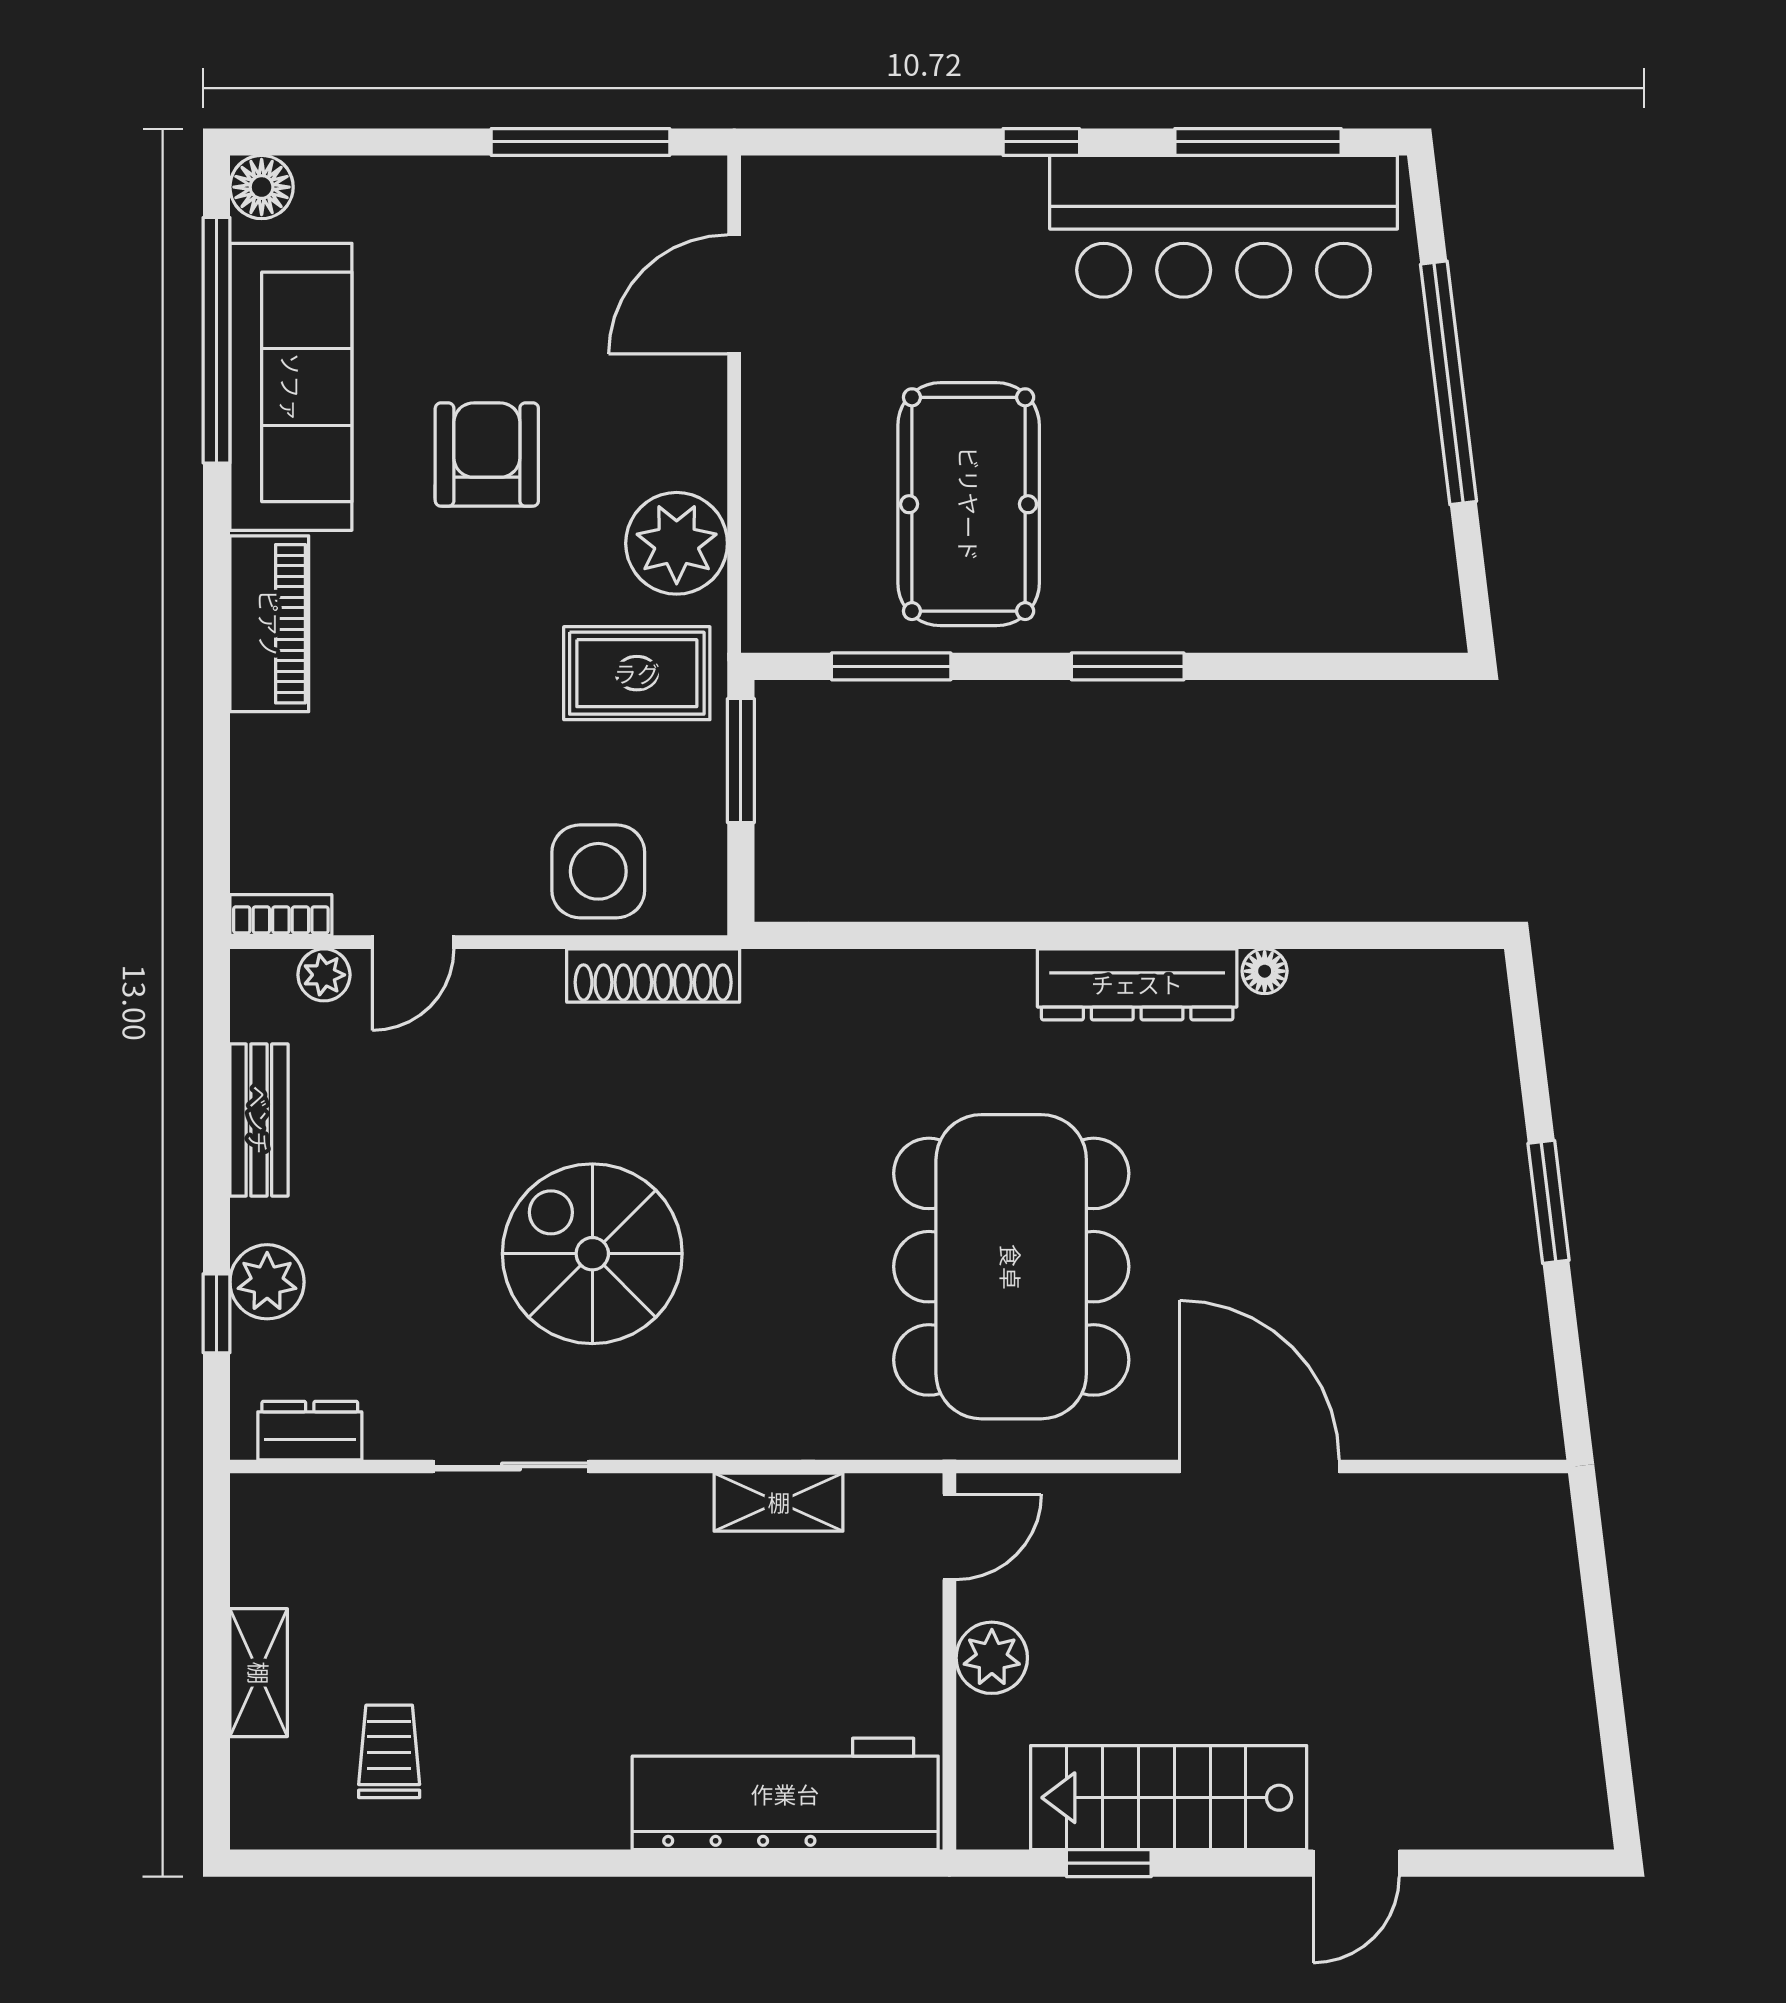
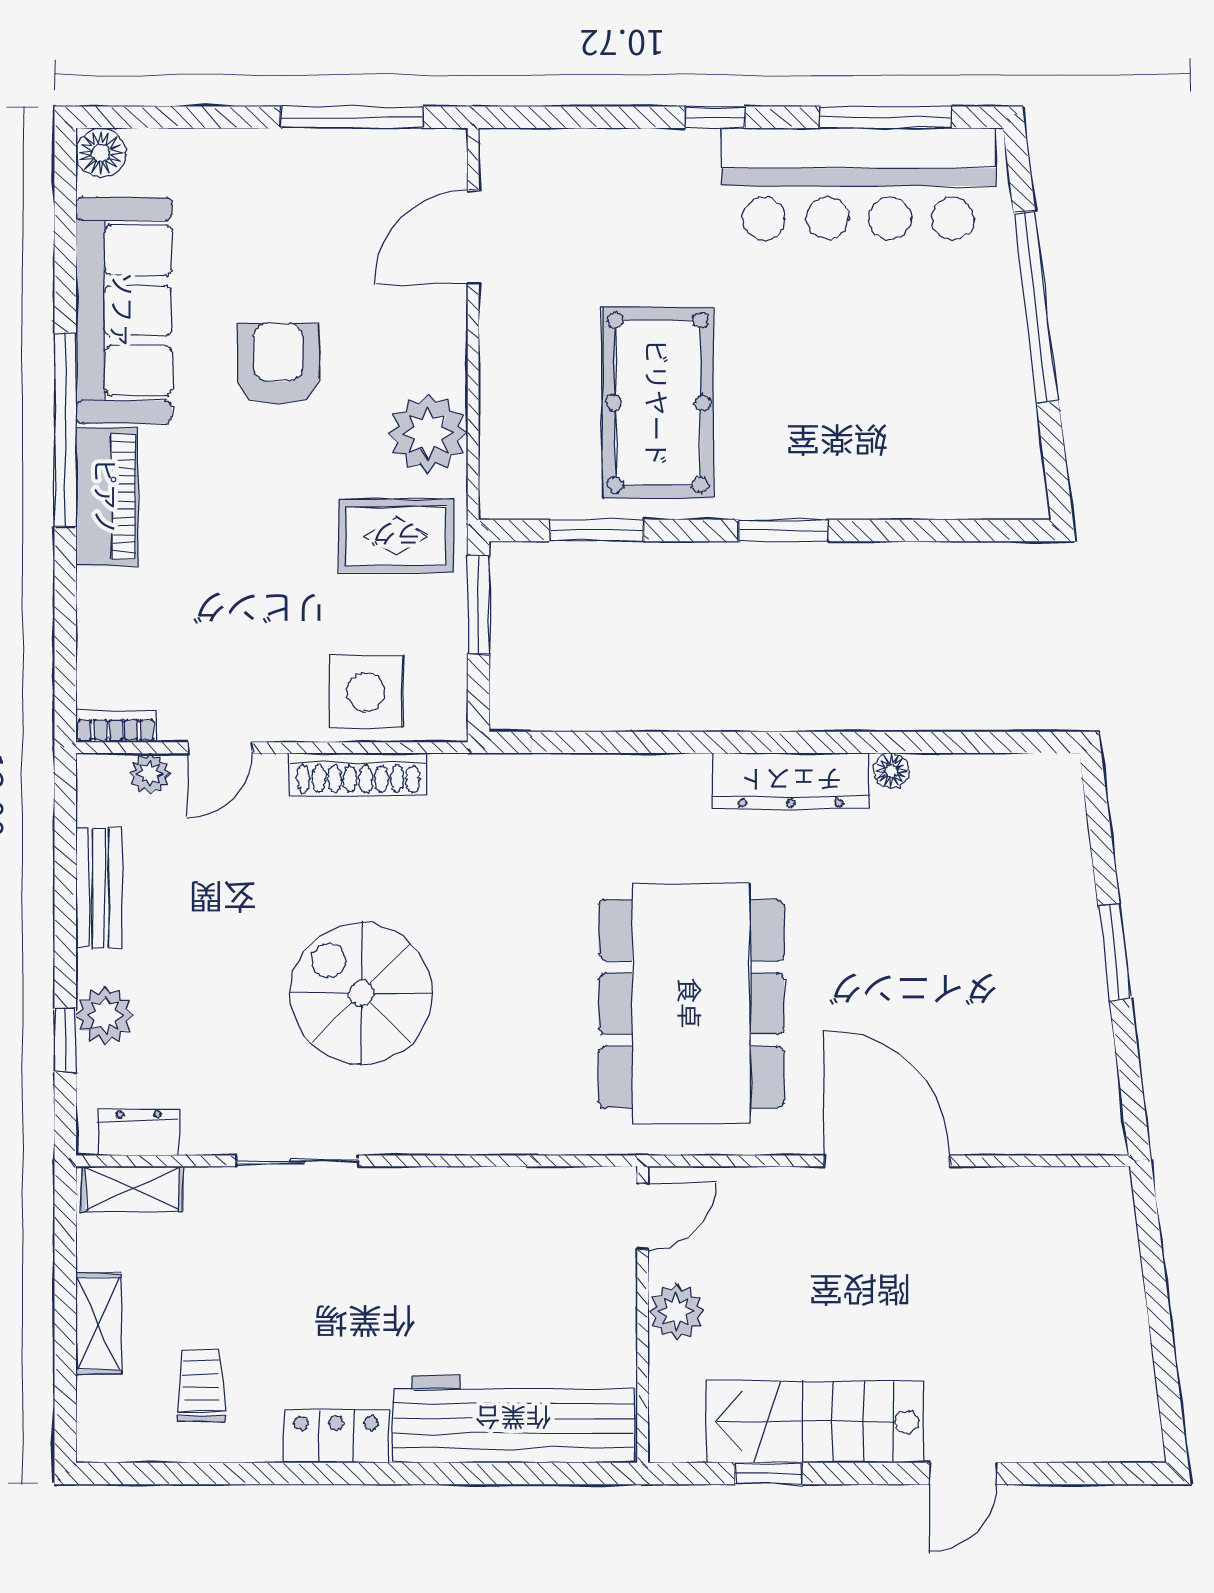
window: (216, 340) -> (65, 430), moved
shoe rack: (653, 975) -> (358, 774), moved
shelving: (779, 1502) -> (132, 1189), moved
locker: (560, 1816) -> (336, 1436), added

